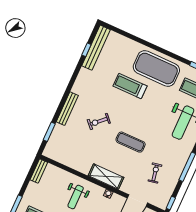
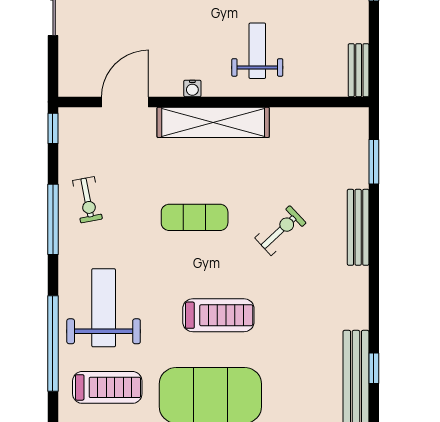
treadmill: (130, 86) -> (218, 315), moved
exercise bike: (155, 173) -> (87, 200), moved
shelving: (106, 177) -> (213, 122), width x1.47

